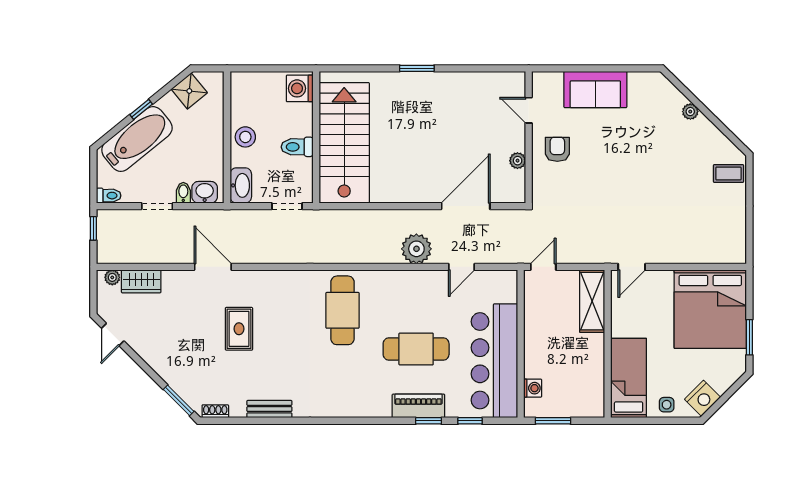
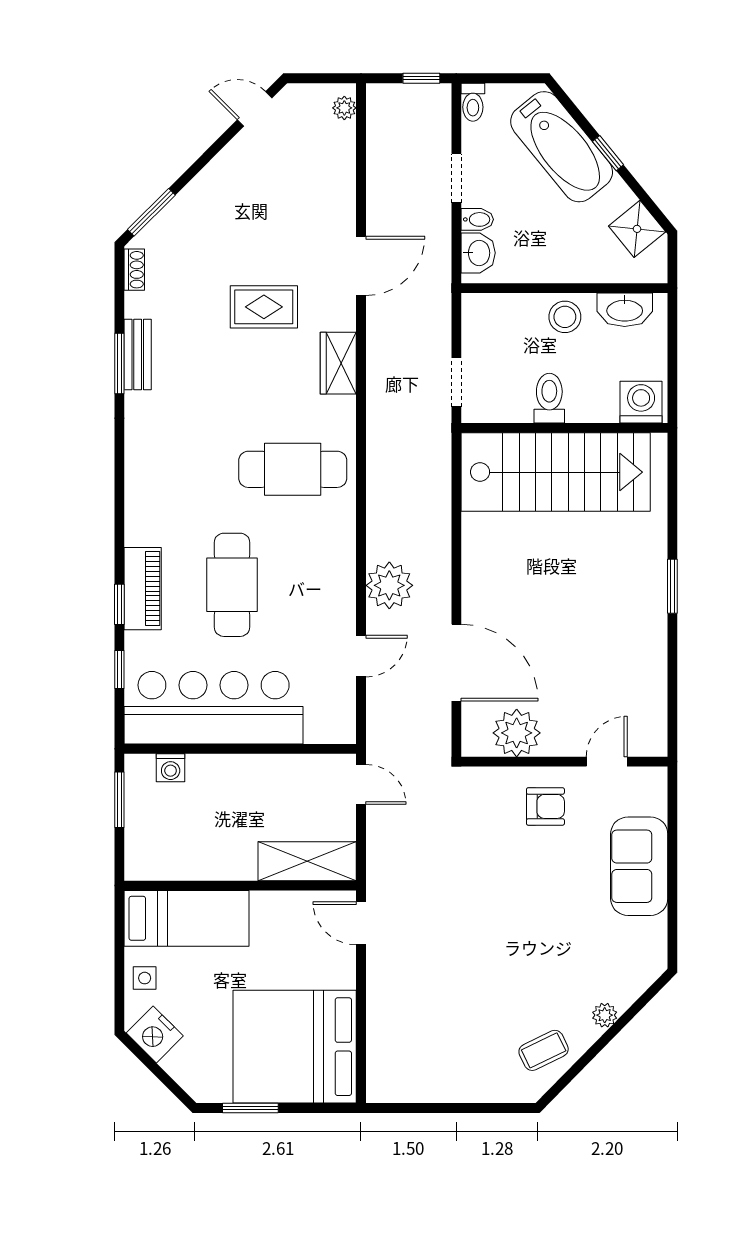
plant: (518, 161) -> (517, 733), width x1.88, depth x1.88
coffee table: (728, 174) -> (544, 1050), moved, turned 64
washbasin: (241, 185) -> (625, 310), moved
door: (461, 267) -> (361, 656), swing flipped
wardrobe: (141, 281) -> (338, 363), moved
window: (275, 421) -> (119, 363), added

